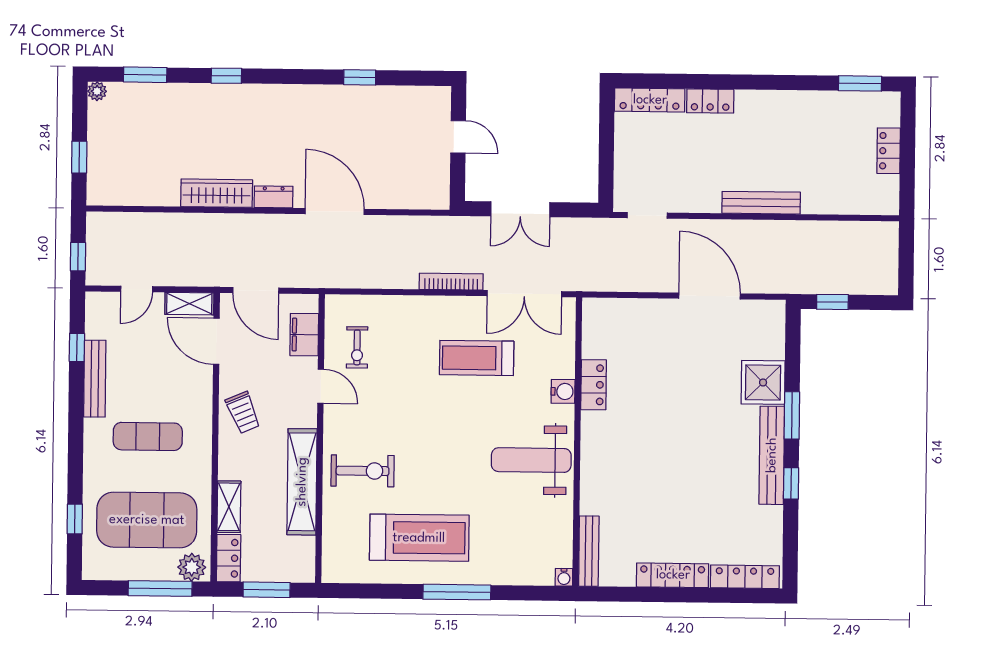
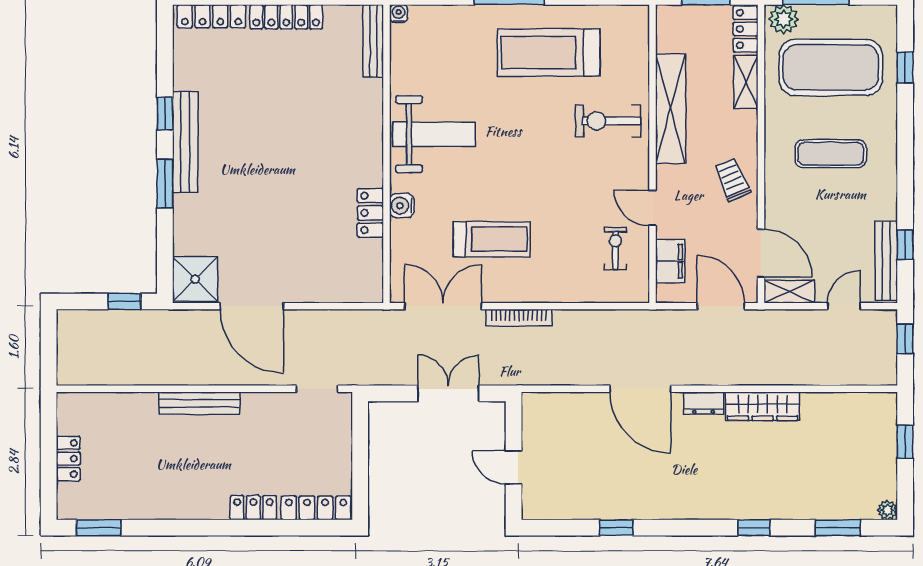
bench: (95, 379) -> (886, 261), moved
shower: (763, 382) -> (195, 279), moved

